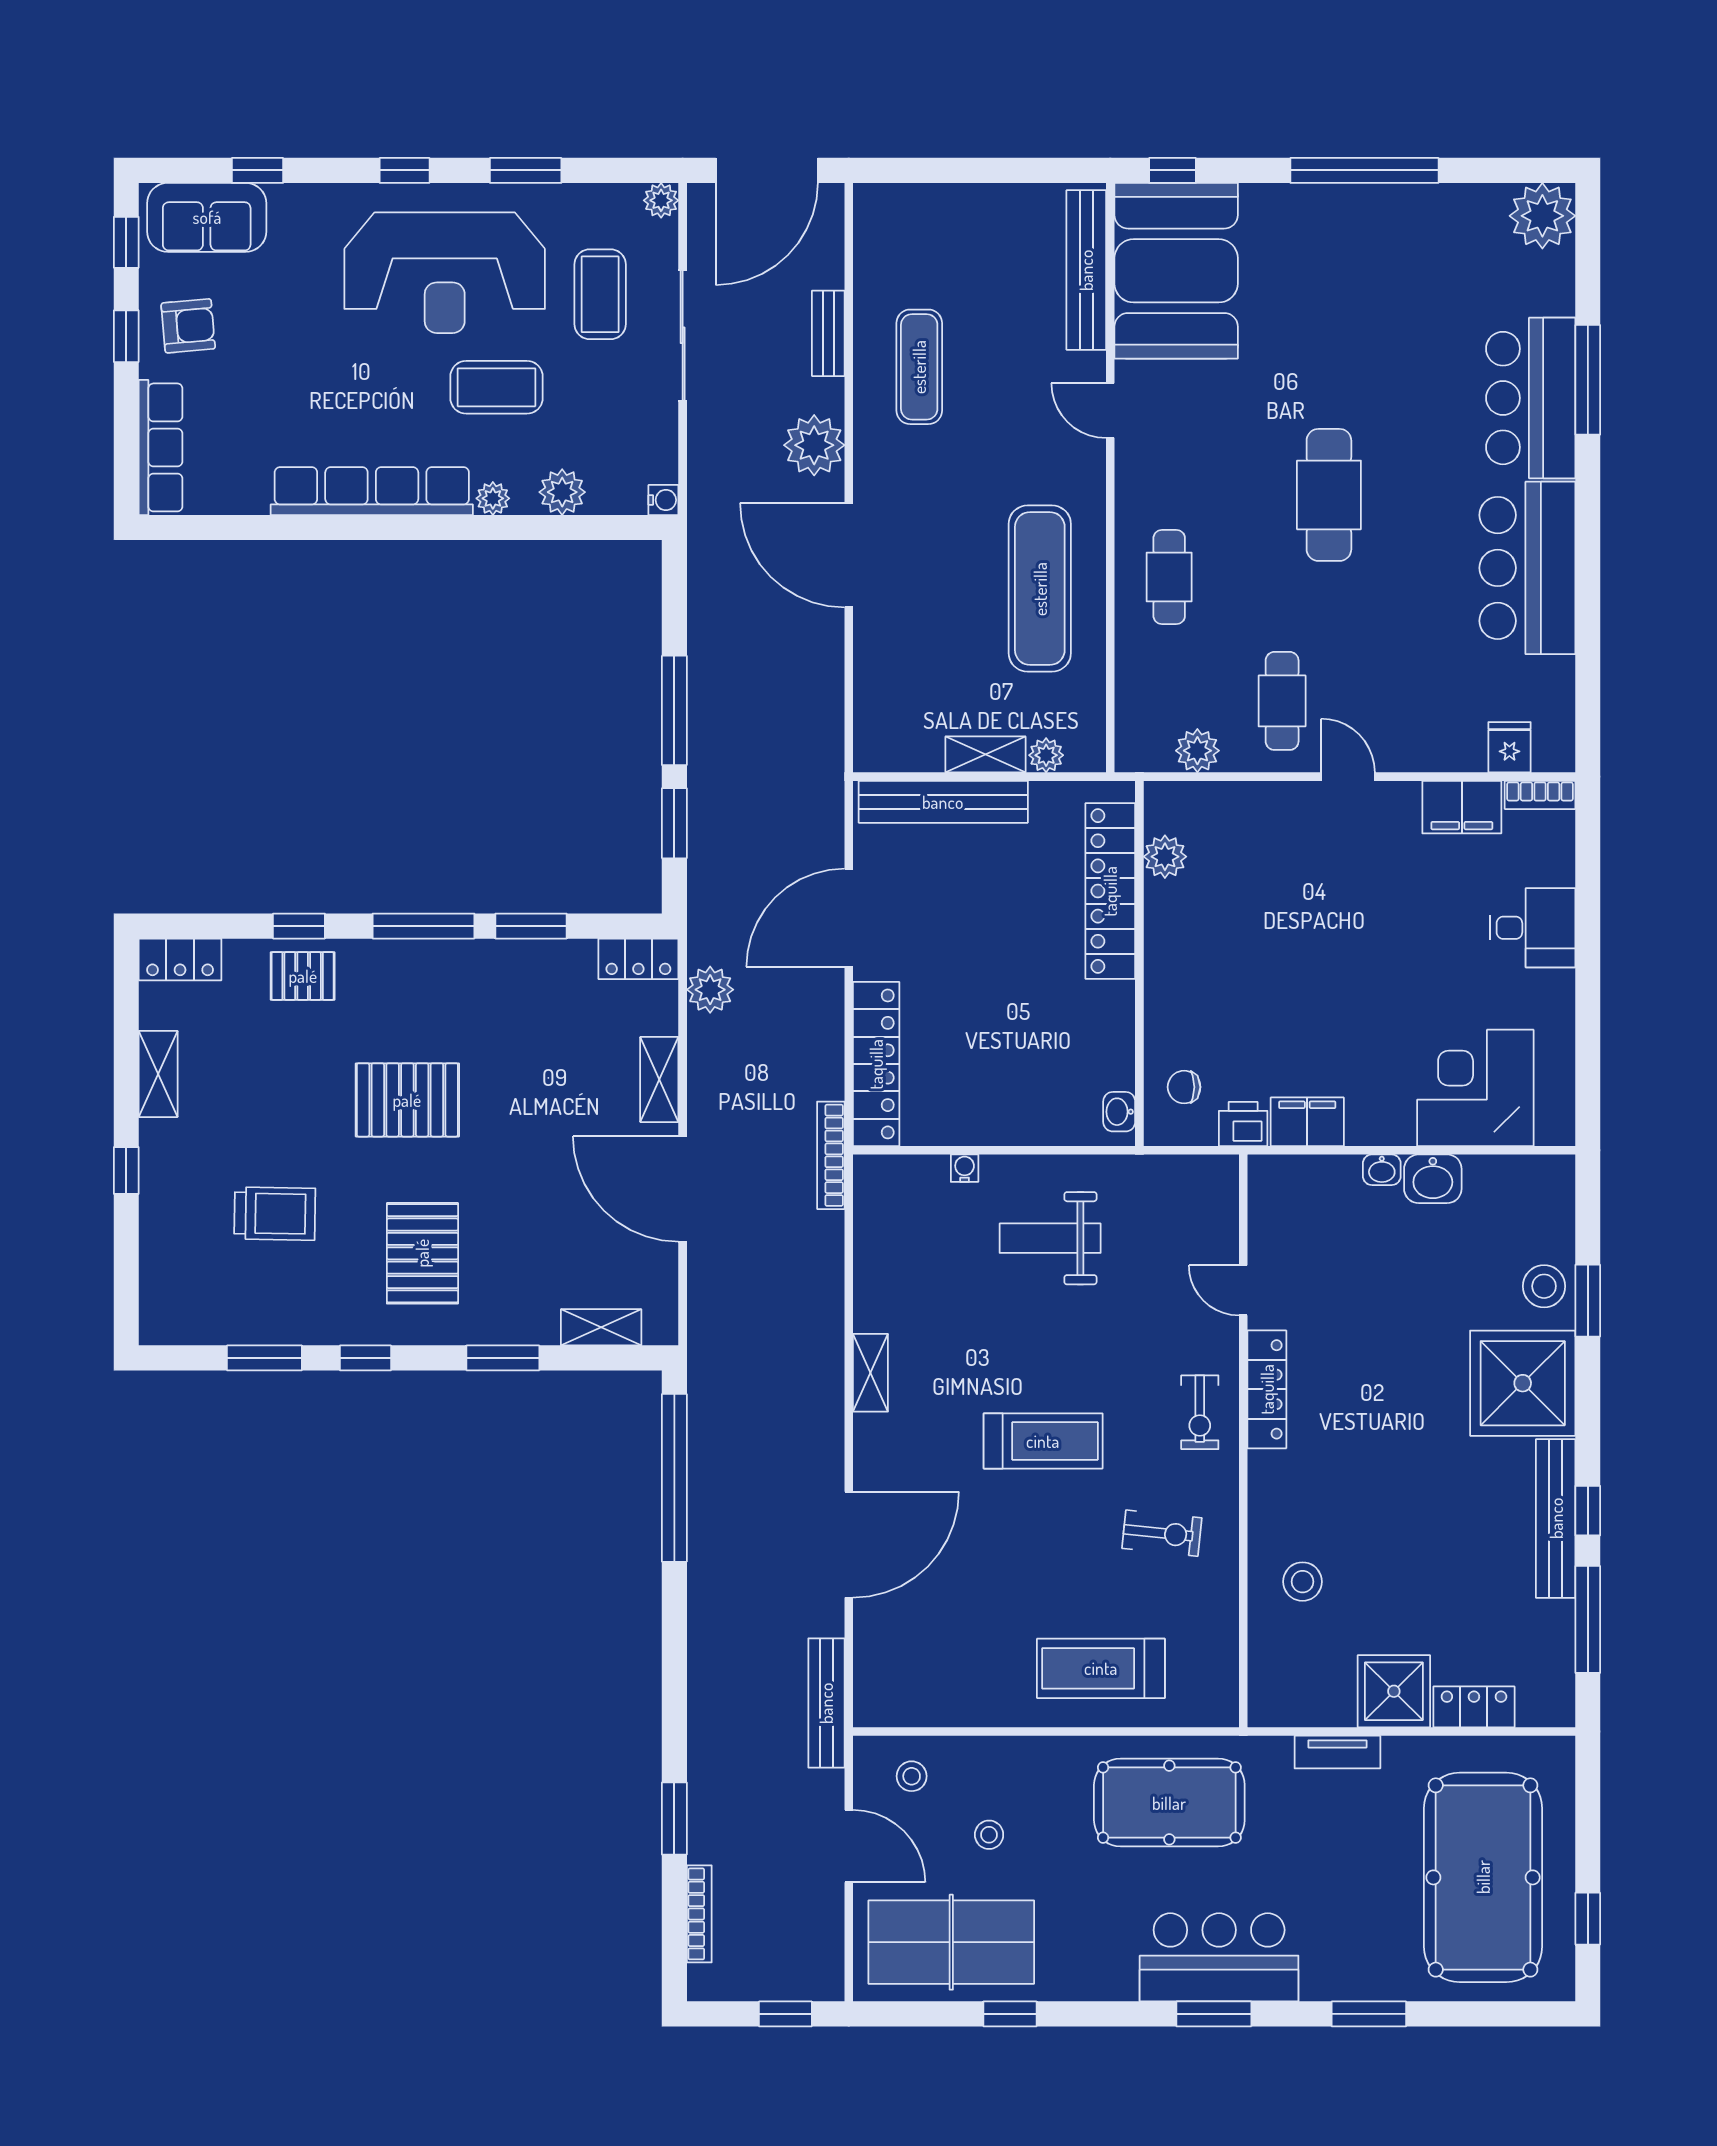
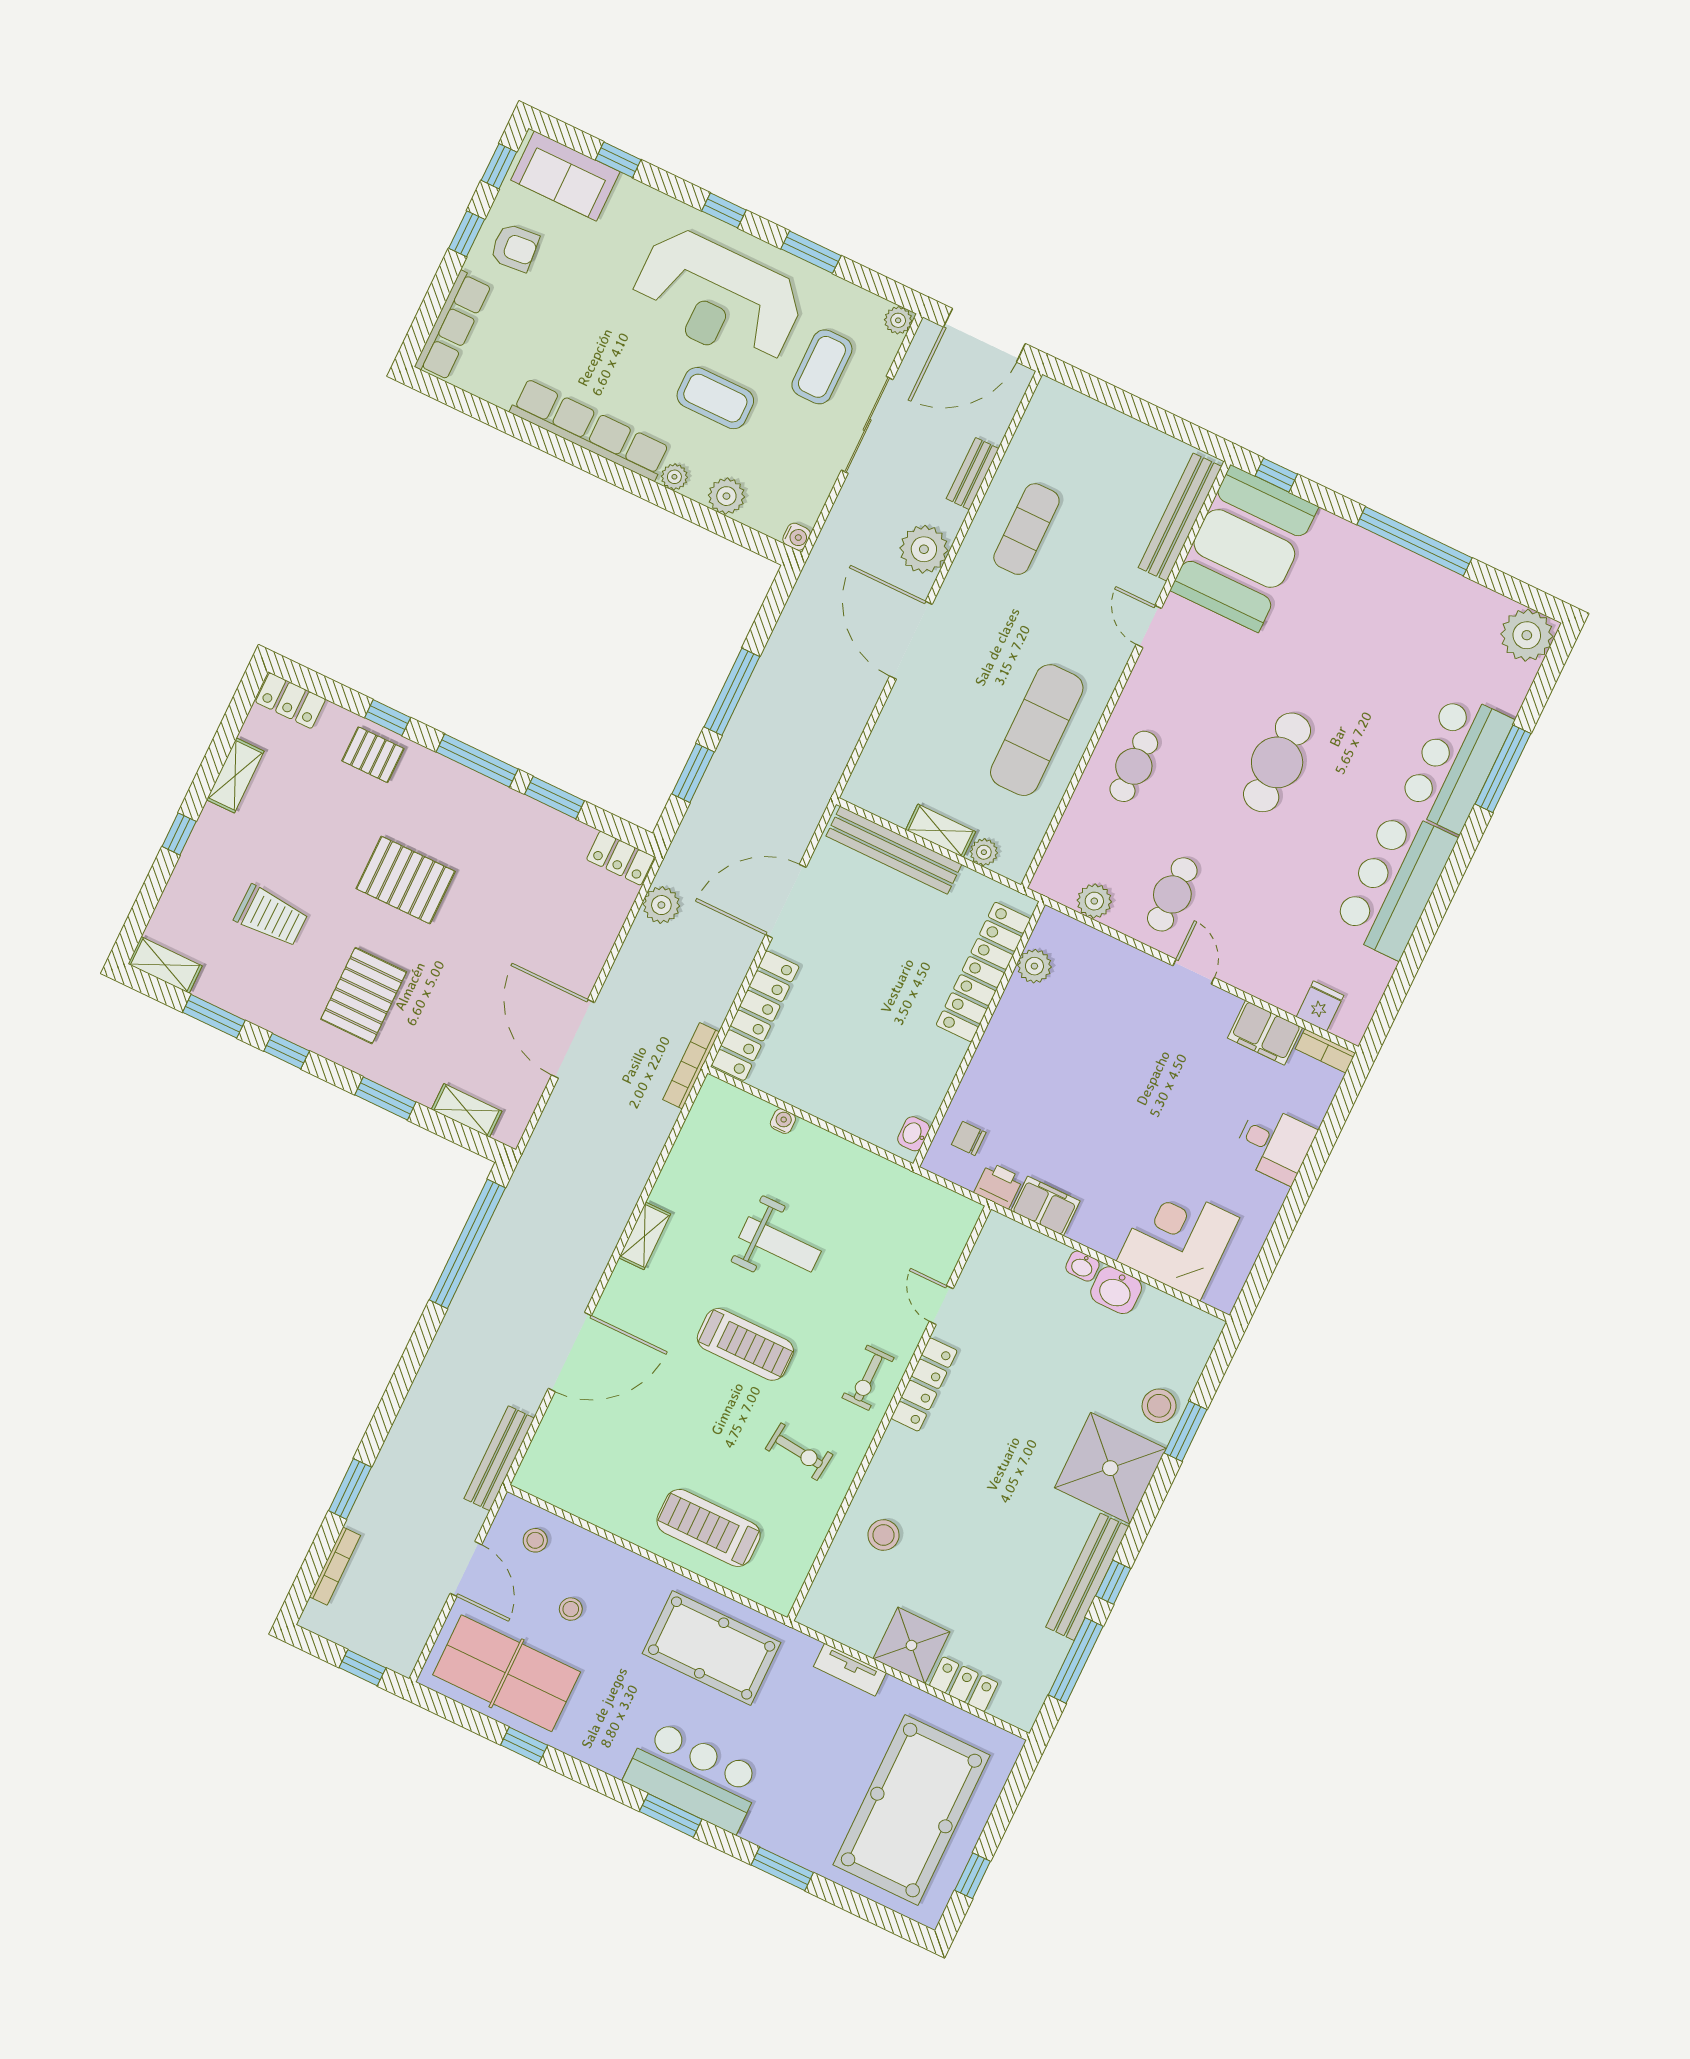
shelving: (659, 1079) -> (165, 965), moved, turned 90
weight bench: (1050, 1238) -> (780, 1244), moved, turned 180

